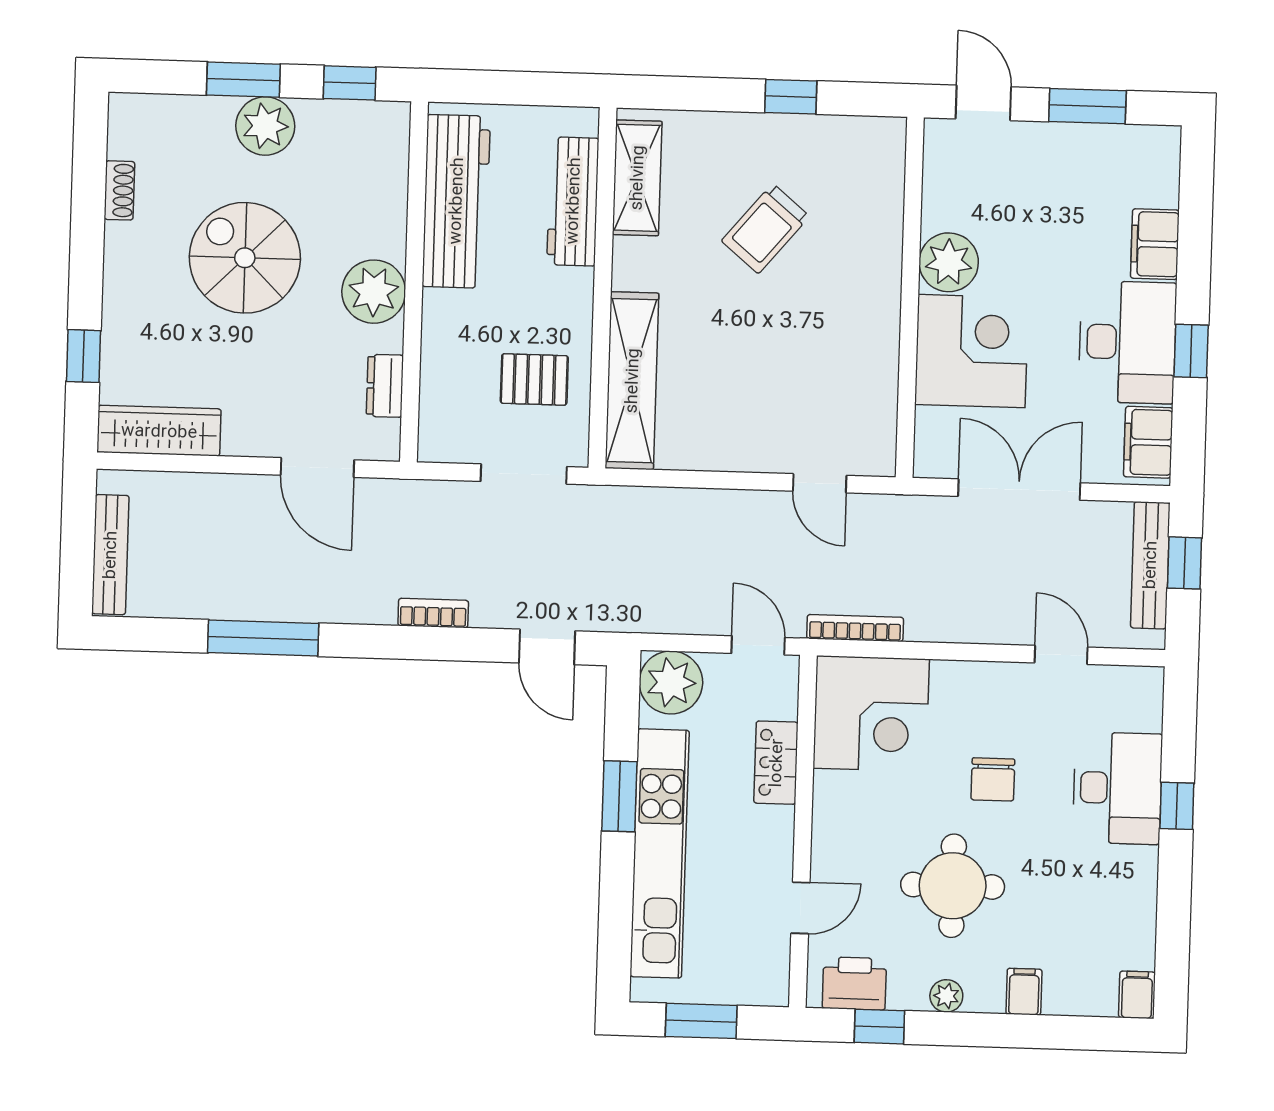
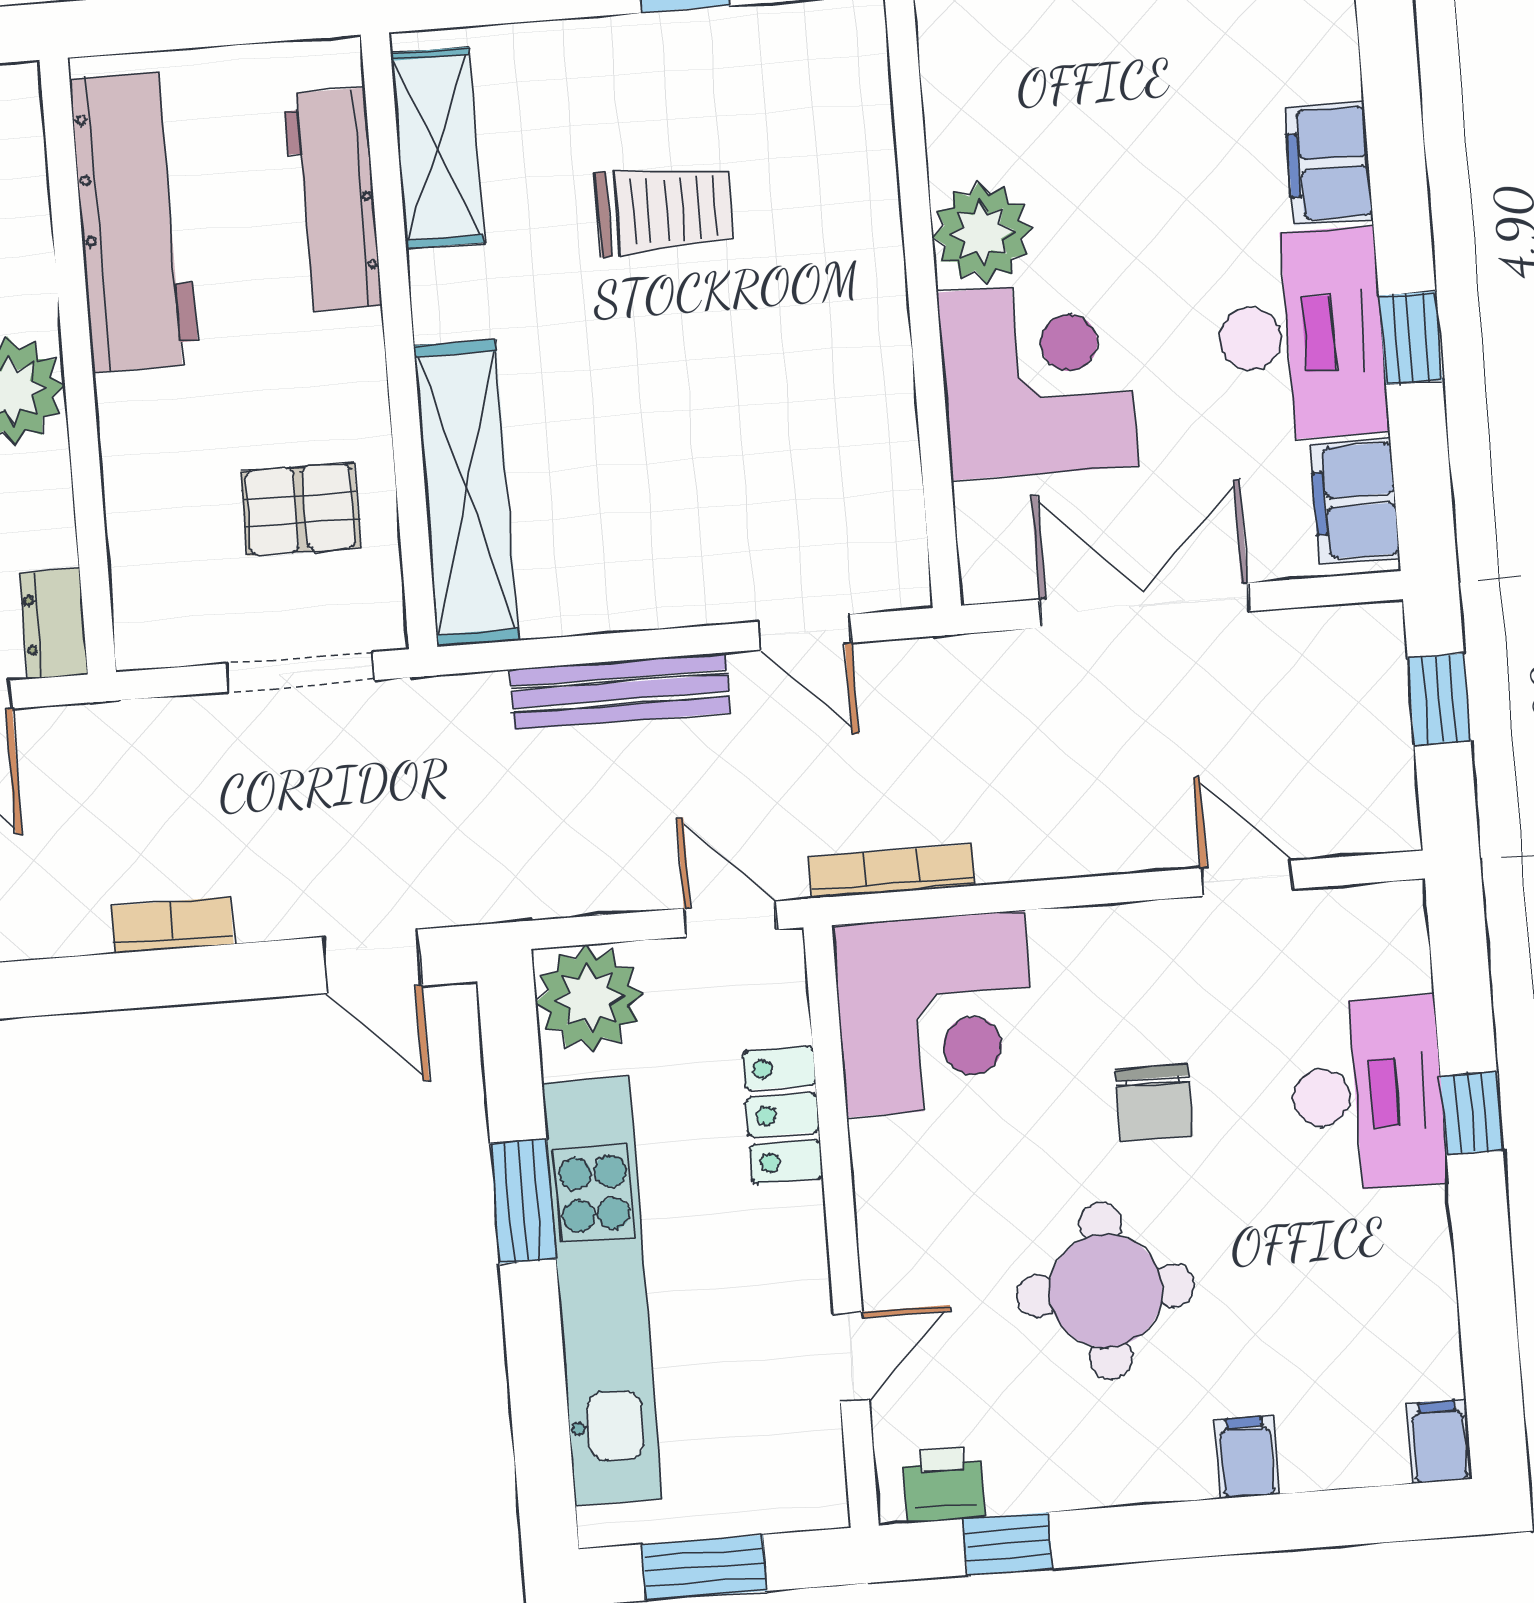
trolley: (766, 229) -> (665, 210), turned -130
dresser: (385, 386) -> (54, 624), moved
bench: (1150, 565) -> (620, 691), moved, turned 90
printer: (854, 983) -> (944, 1485), width x0.73, depth x0.81
plant: (946, 996) -> (1116, 1479), removed

